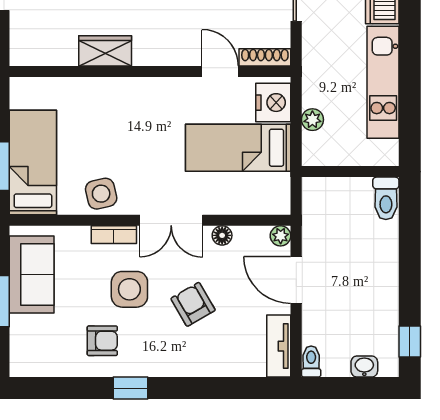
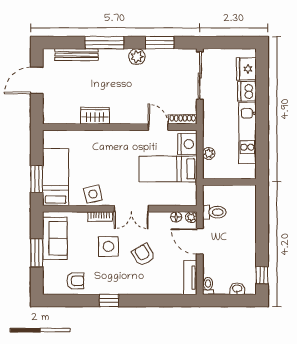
toilet: (386, 198) -> (214, 212), moved, turned -90
floor lamp: (222, 235) -> (176, 217), moved
armchair: (102, 341) -> (75, 281), moved

